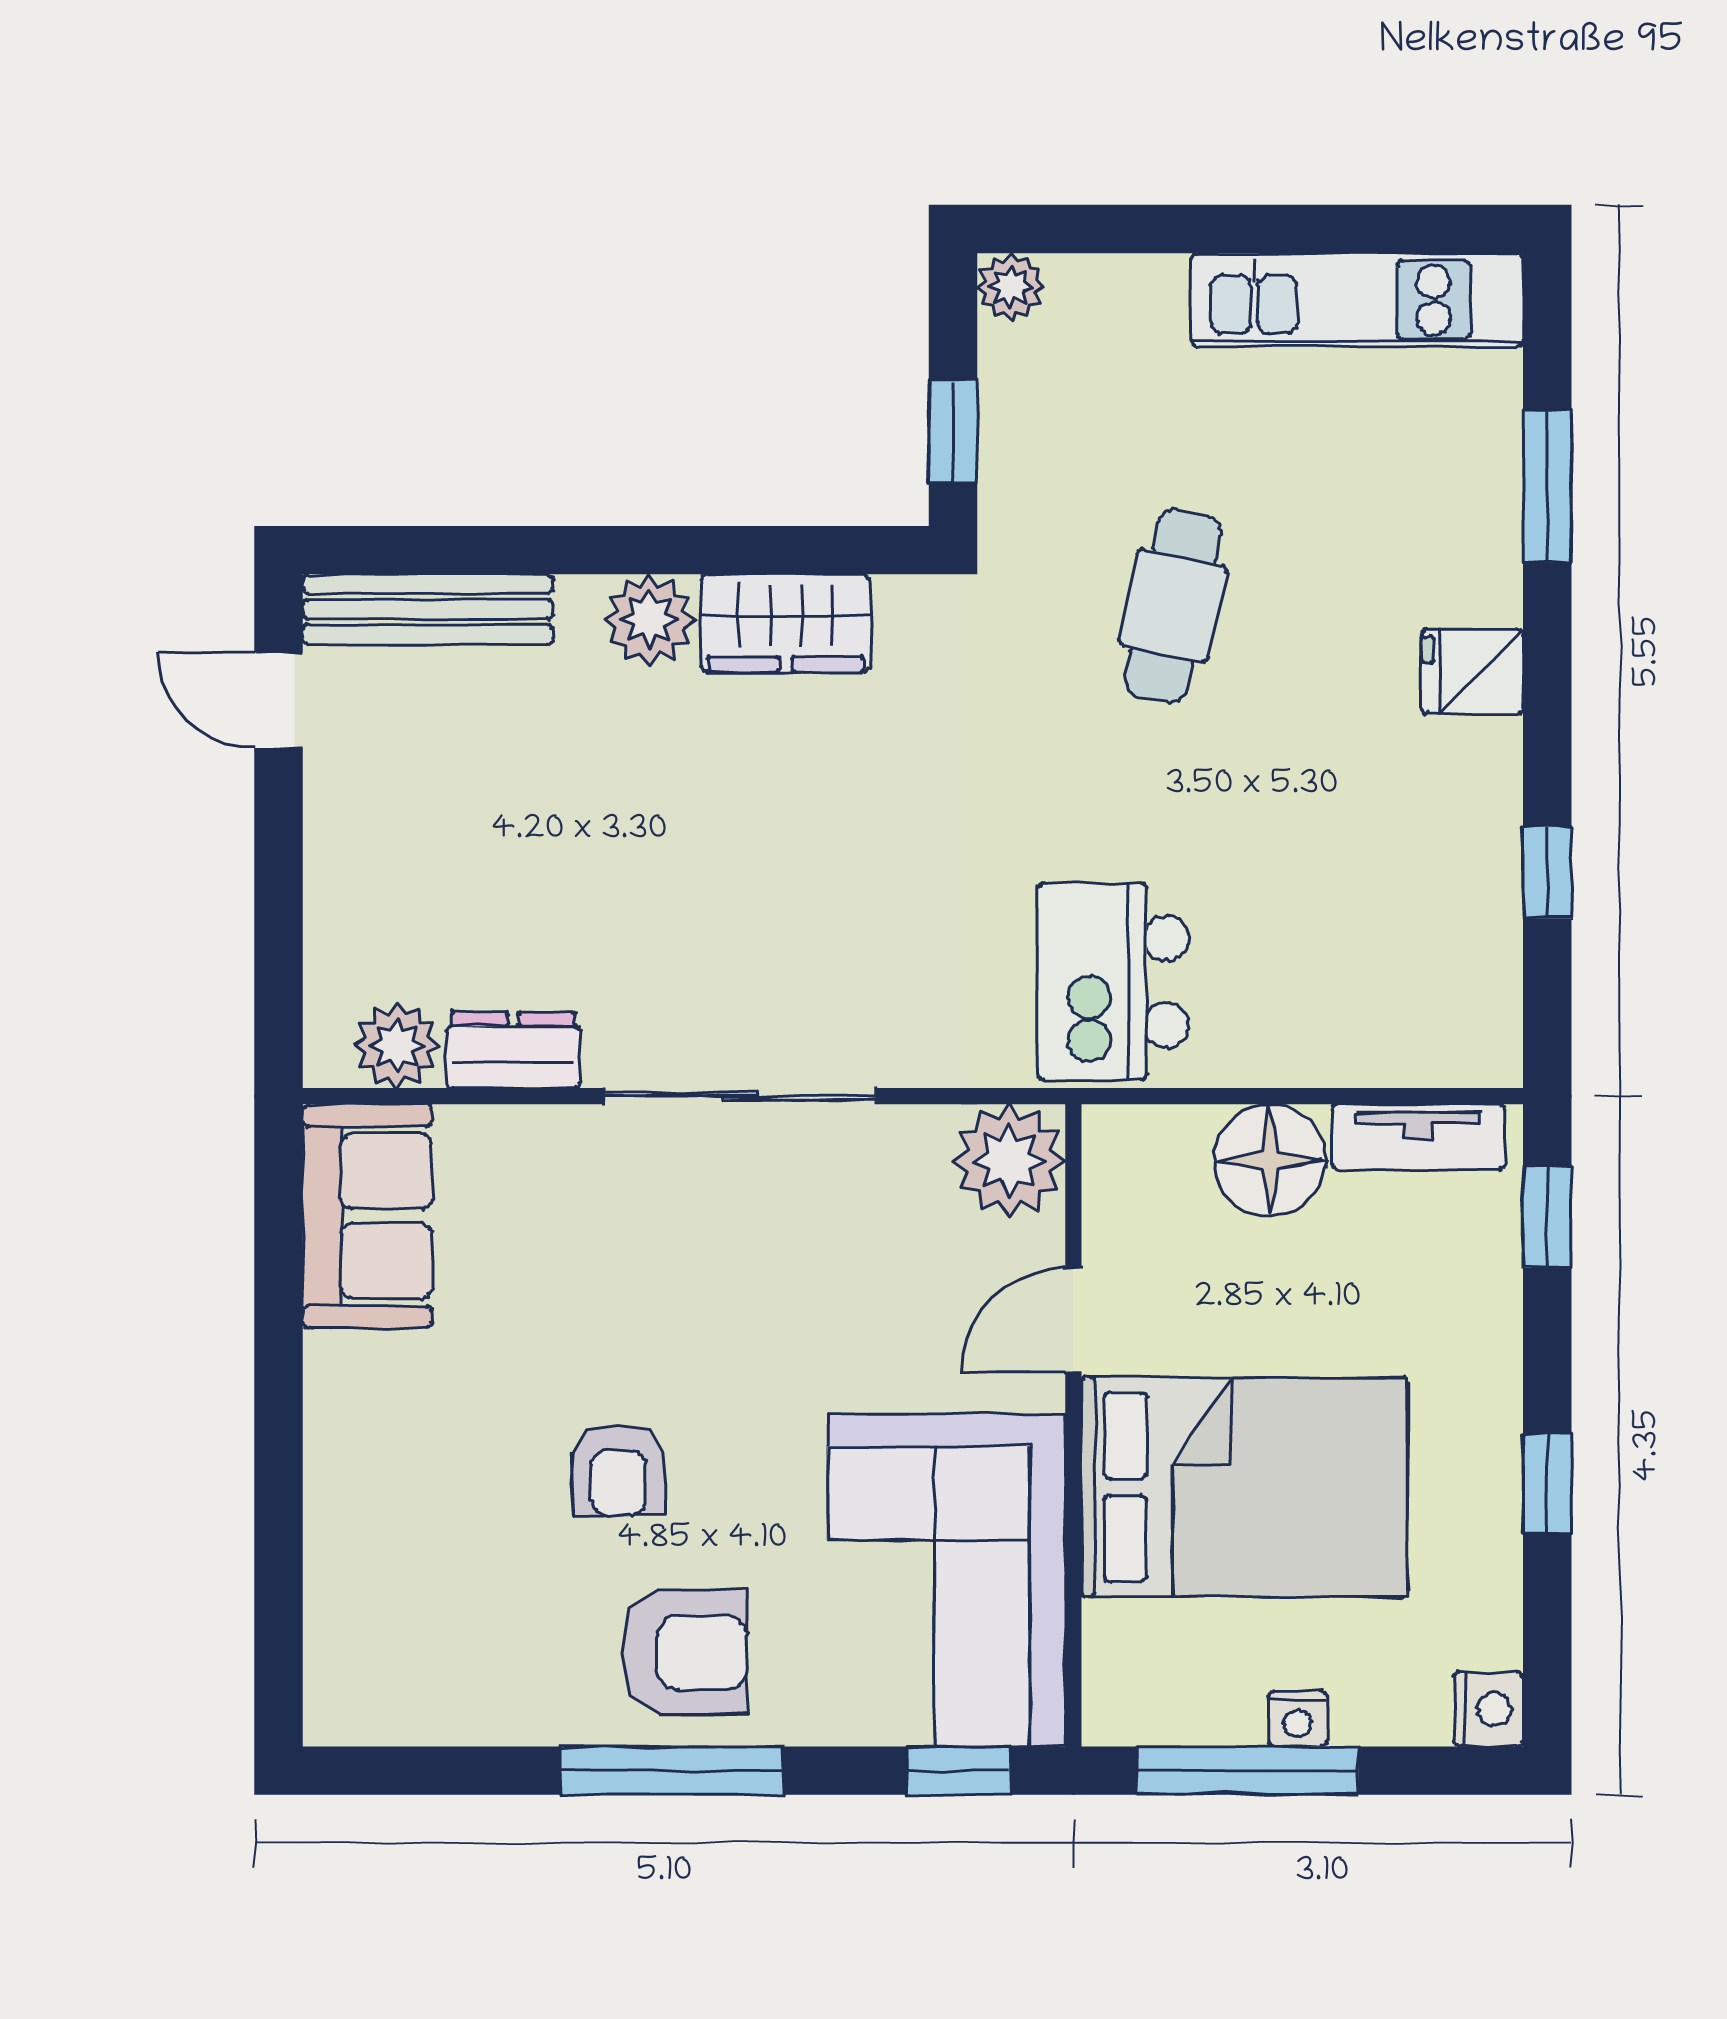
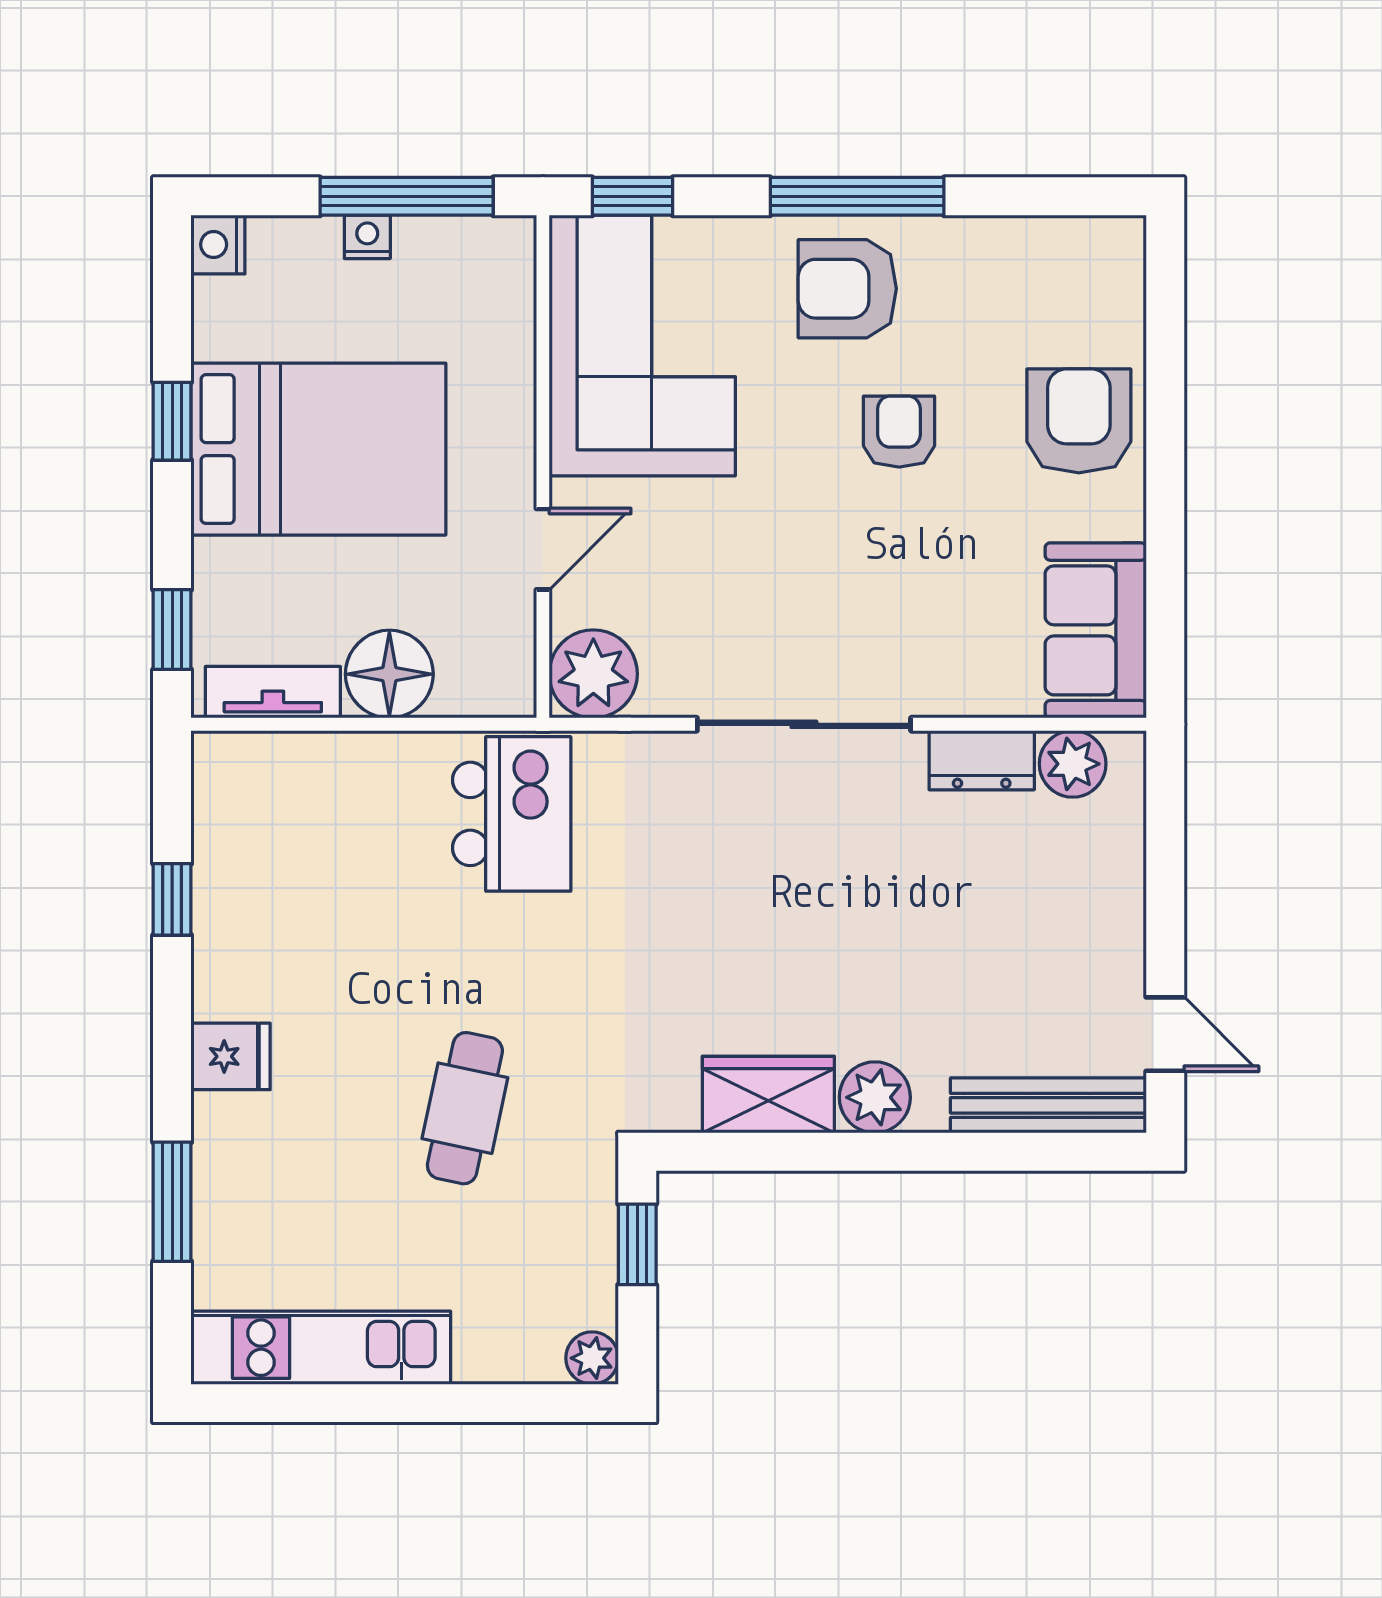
armchair: (389, 1484) -> (1079, 421), added
bed: (1244, 1487) -> (318, 449), moved, turned 180

